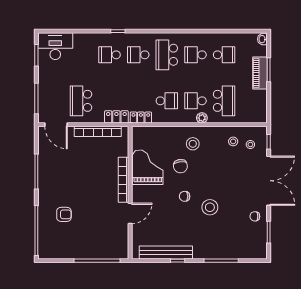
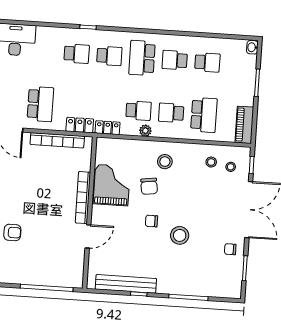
school desk: (110, 55) -> (77, 54), turned 180
school desk: (138, 55) -> (109, 56), turned 180
piano: (260, 73) -> (244, 125), moved
school desk: (81, 101) -> (40, 104), turned 180
plant: (202, 118) -> (145, 131), moved

